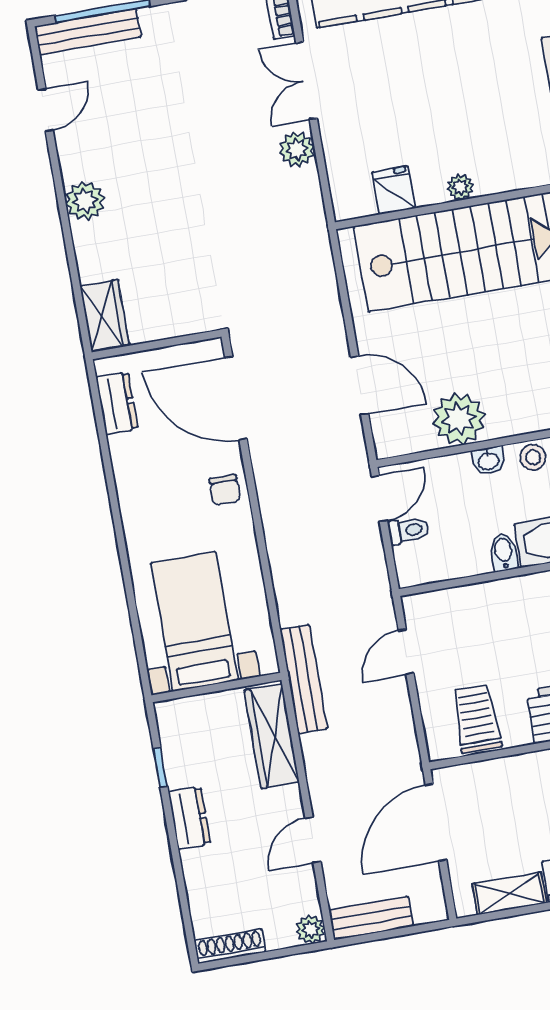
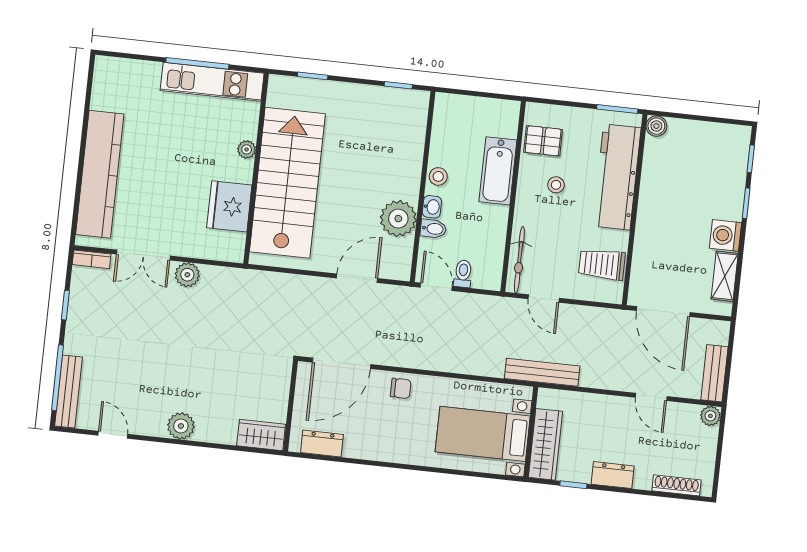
plant: (460, 187) -> (247, 149), moved
fridge: (394, 190) -> (229, 206), width x1.88, depth x1.34
bidet: (504, 552) -> (433, 229), moved, turned 180
bicycle: (450, 603) -> (519, 260), added
wardrobe: (272, 736) -> (546, 444), moved, turned -90
shoe rack: (230, 946) -> (676, 485), moved, turned 90

